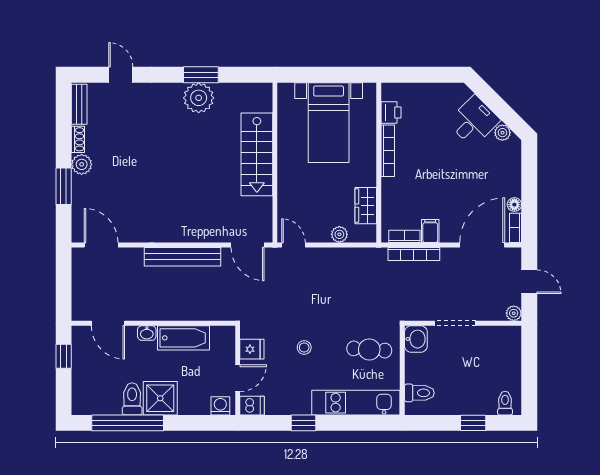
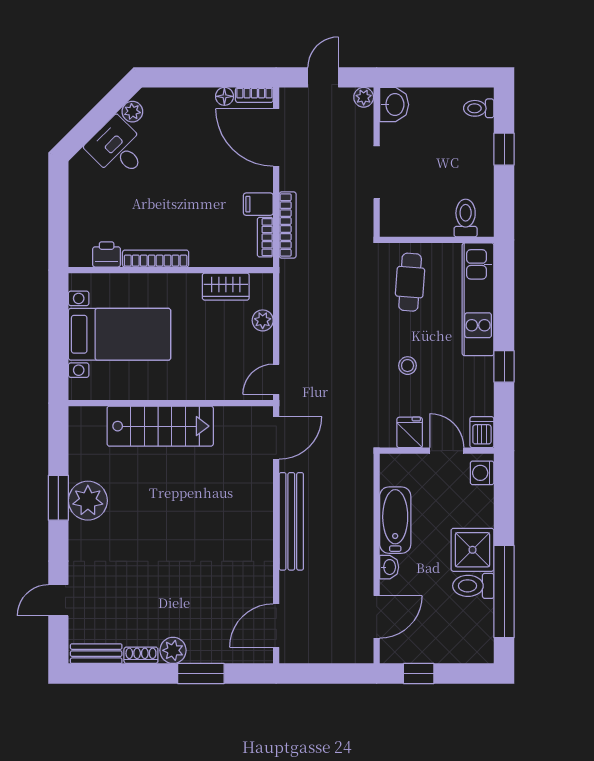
washbasin: (416, 339) -> (394, 105), moved, turned 90

